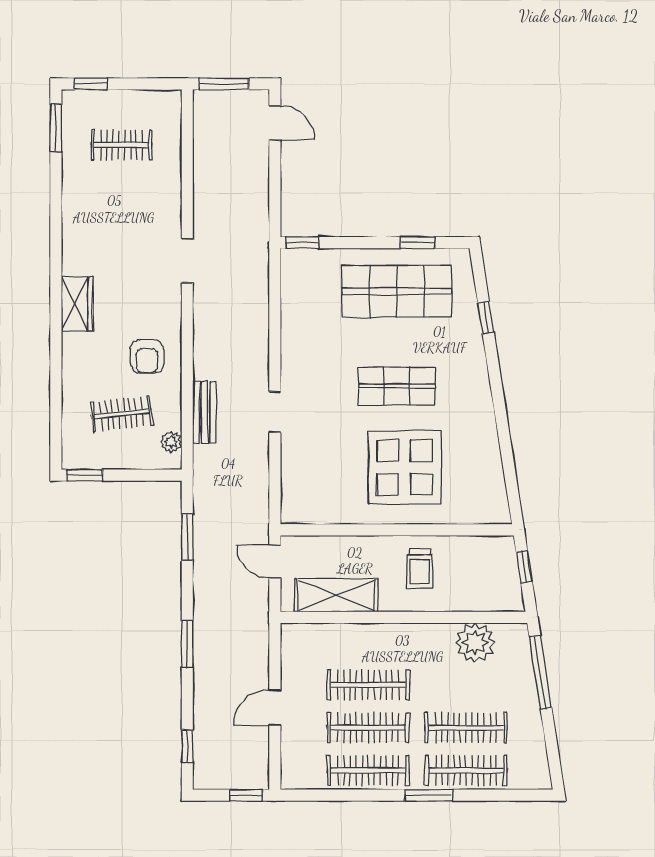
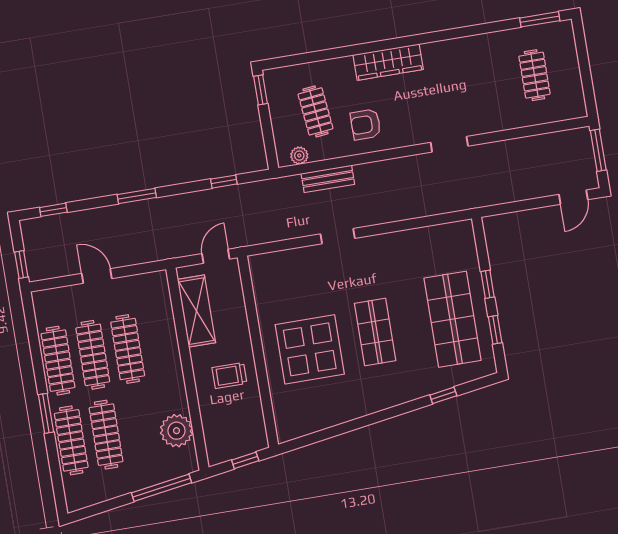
window: (91, 84) -> (580, 42), removed
window: (302, 243) -> (488, 284), moved
wardrobe: (77, 304) -> (388, 62), width x1.50
window: (187, 537) -> (224, 182), width x0.67

